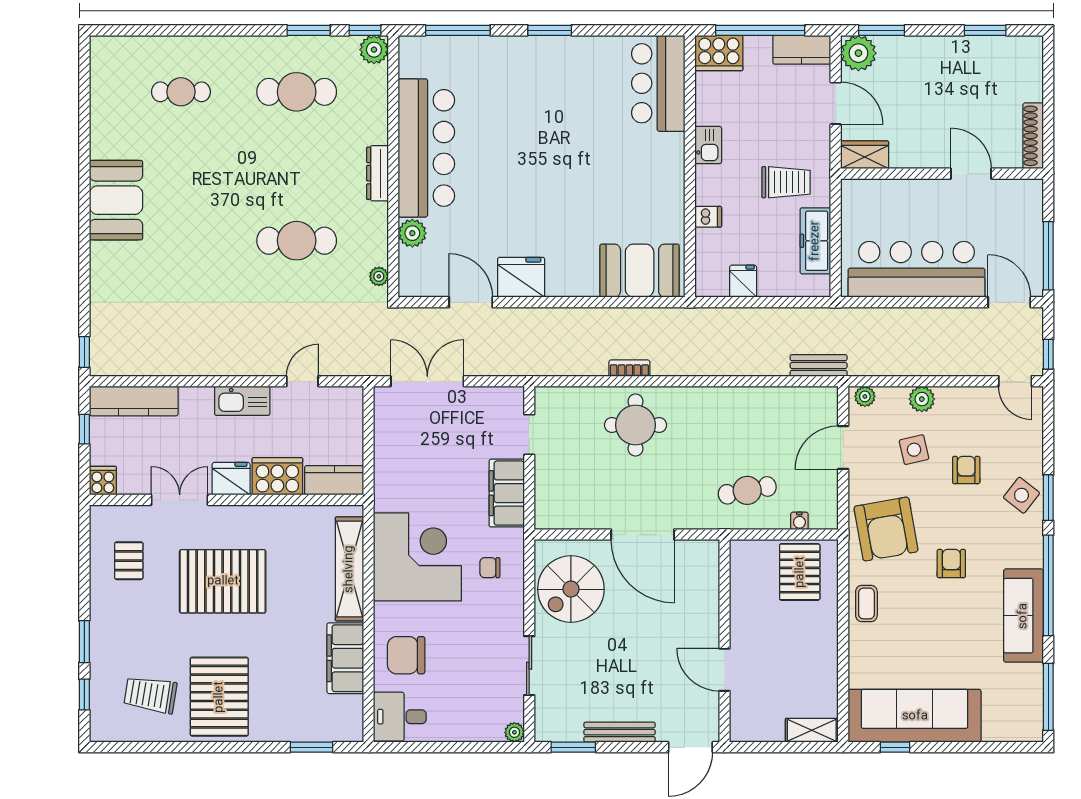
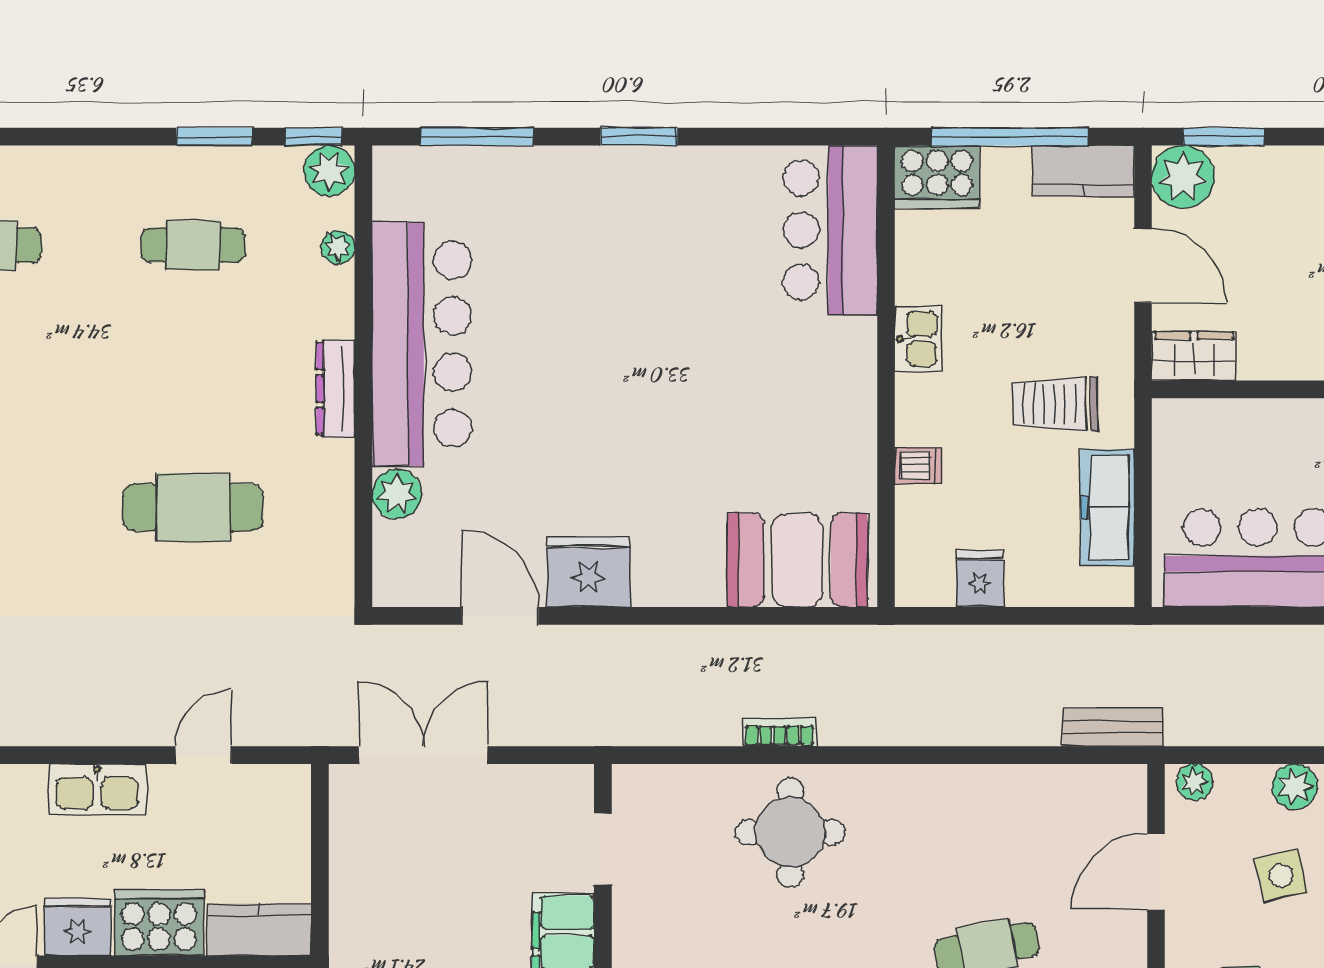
cafe table: (297, 92) -> (193, 245), width x0.73, depth x0.74
trolley: (786, 182) -> (1055, 404), turned 180
plant: (379, 276) -> (338, 247), moved

